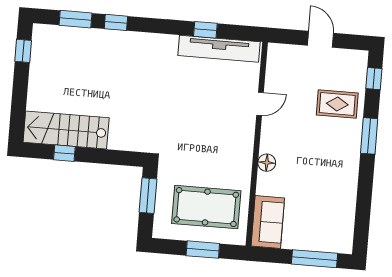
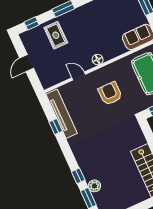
plant: (88, 38) -> (94, 186), added
armchair: (209, 135) -> (110, 93), added
floor lamp: (267, 163) -> (98, 60), moved

